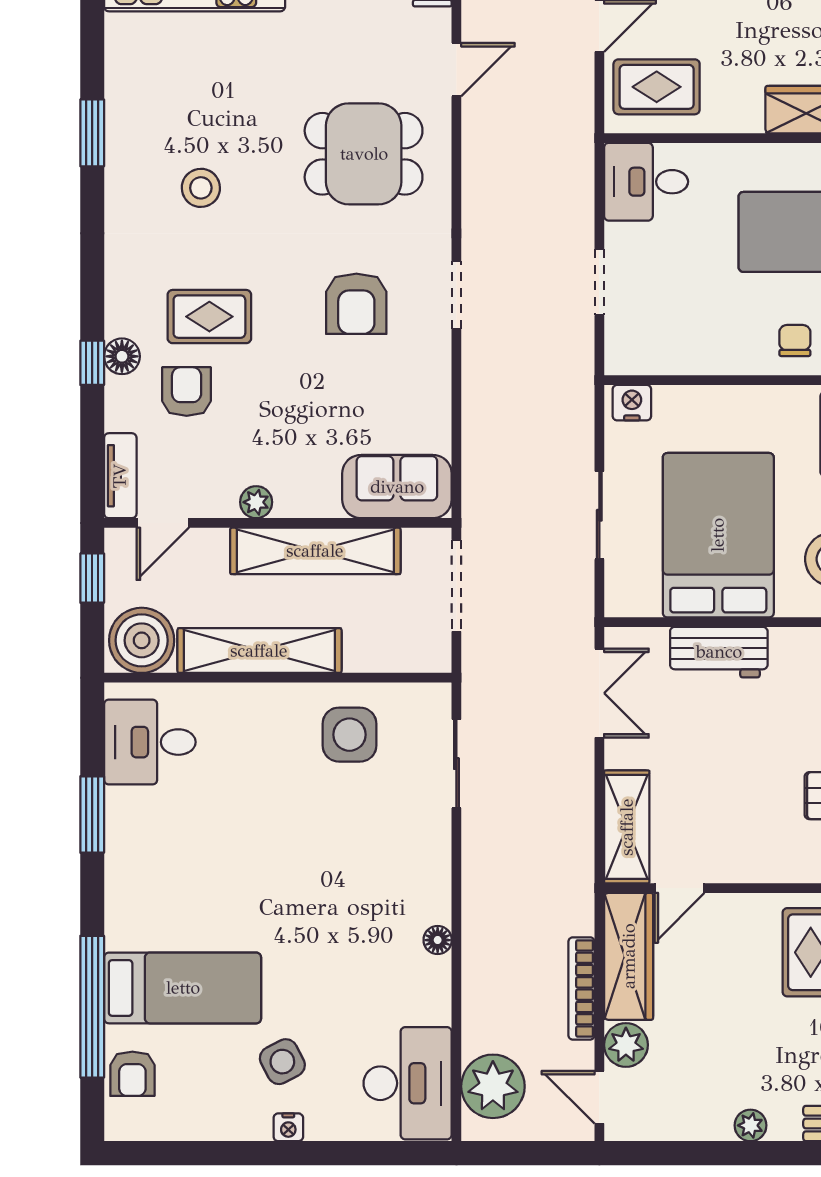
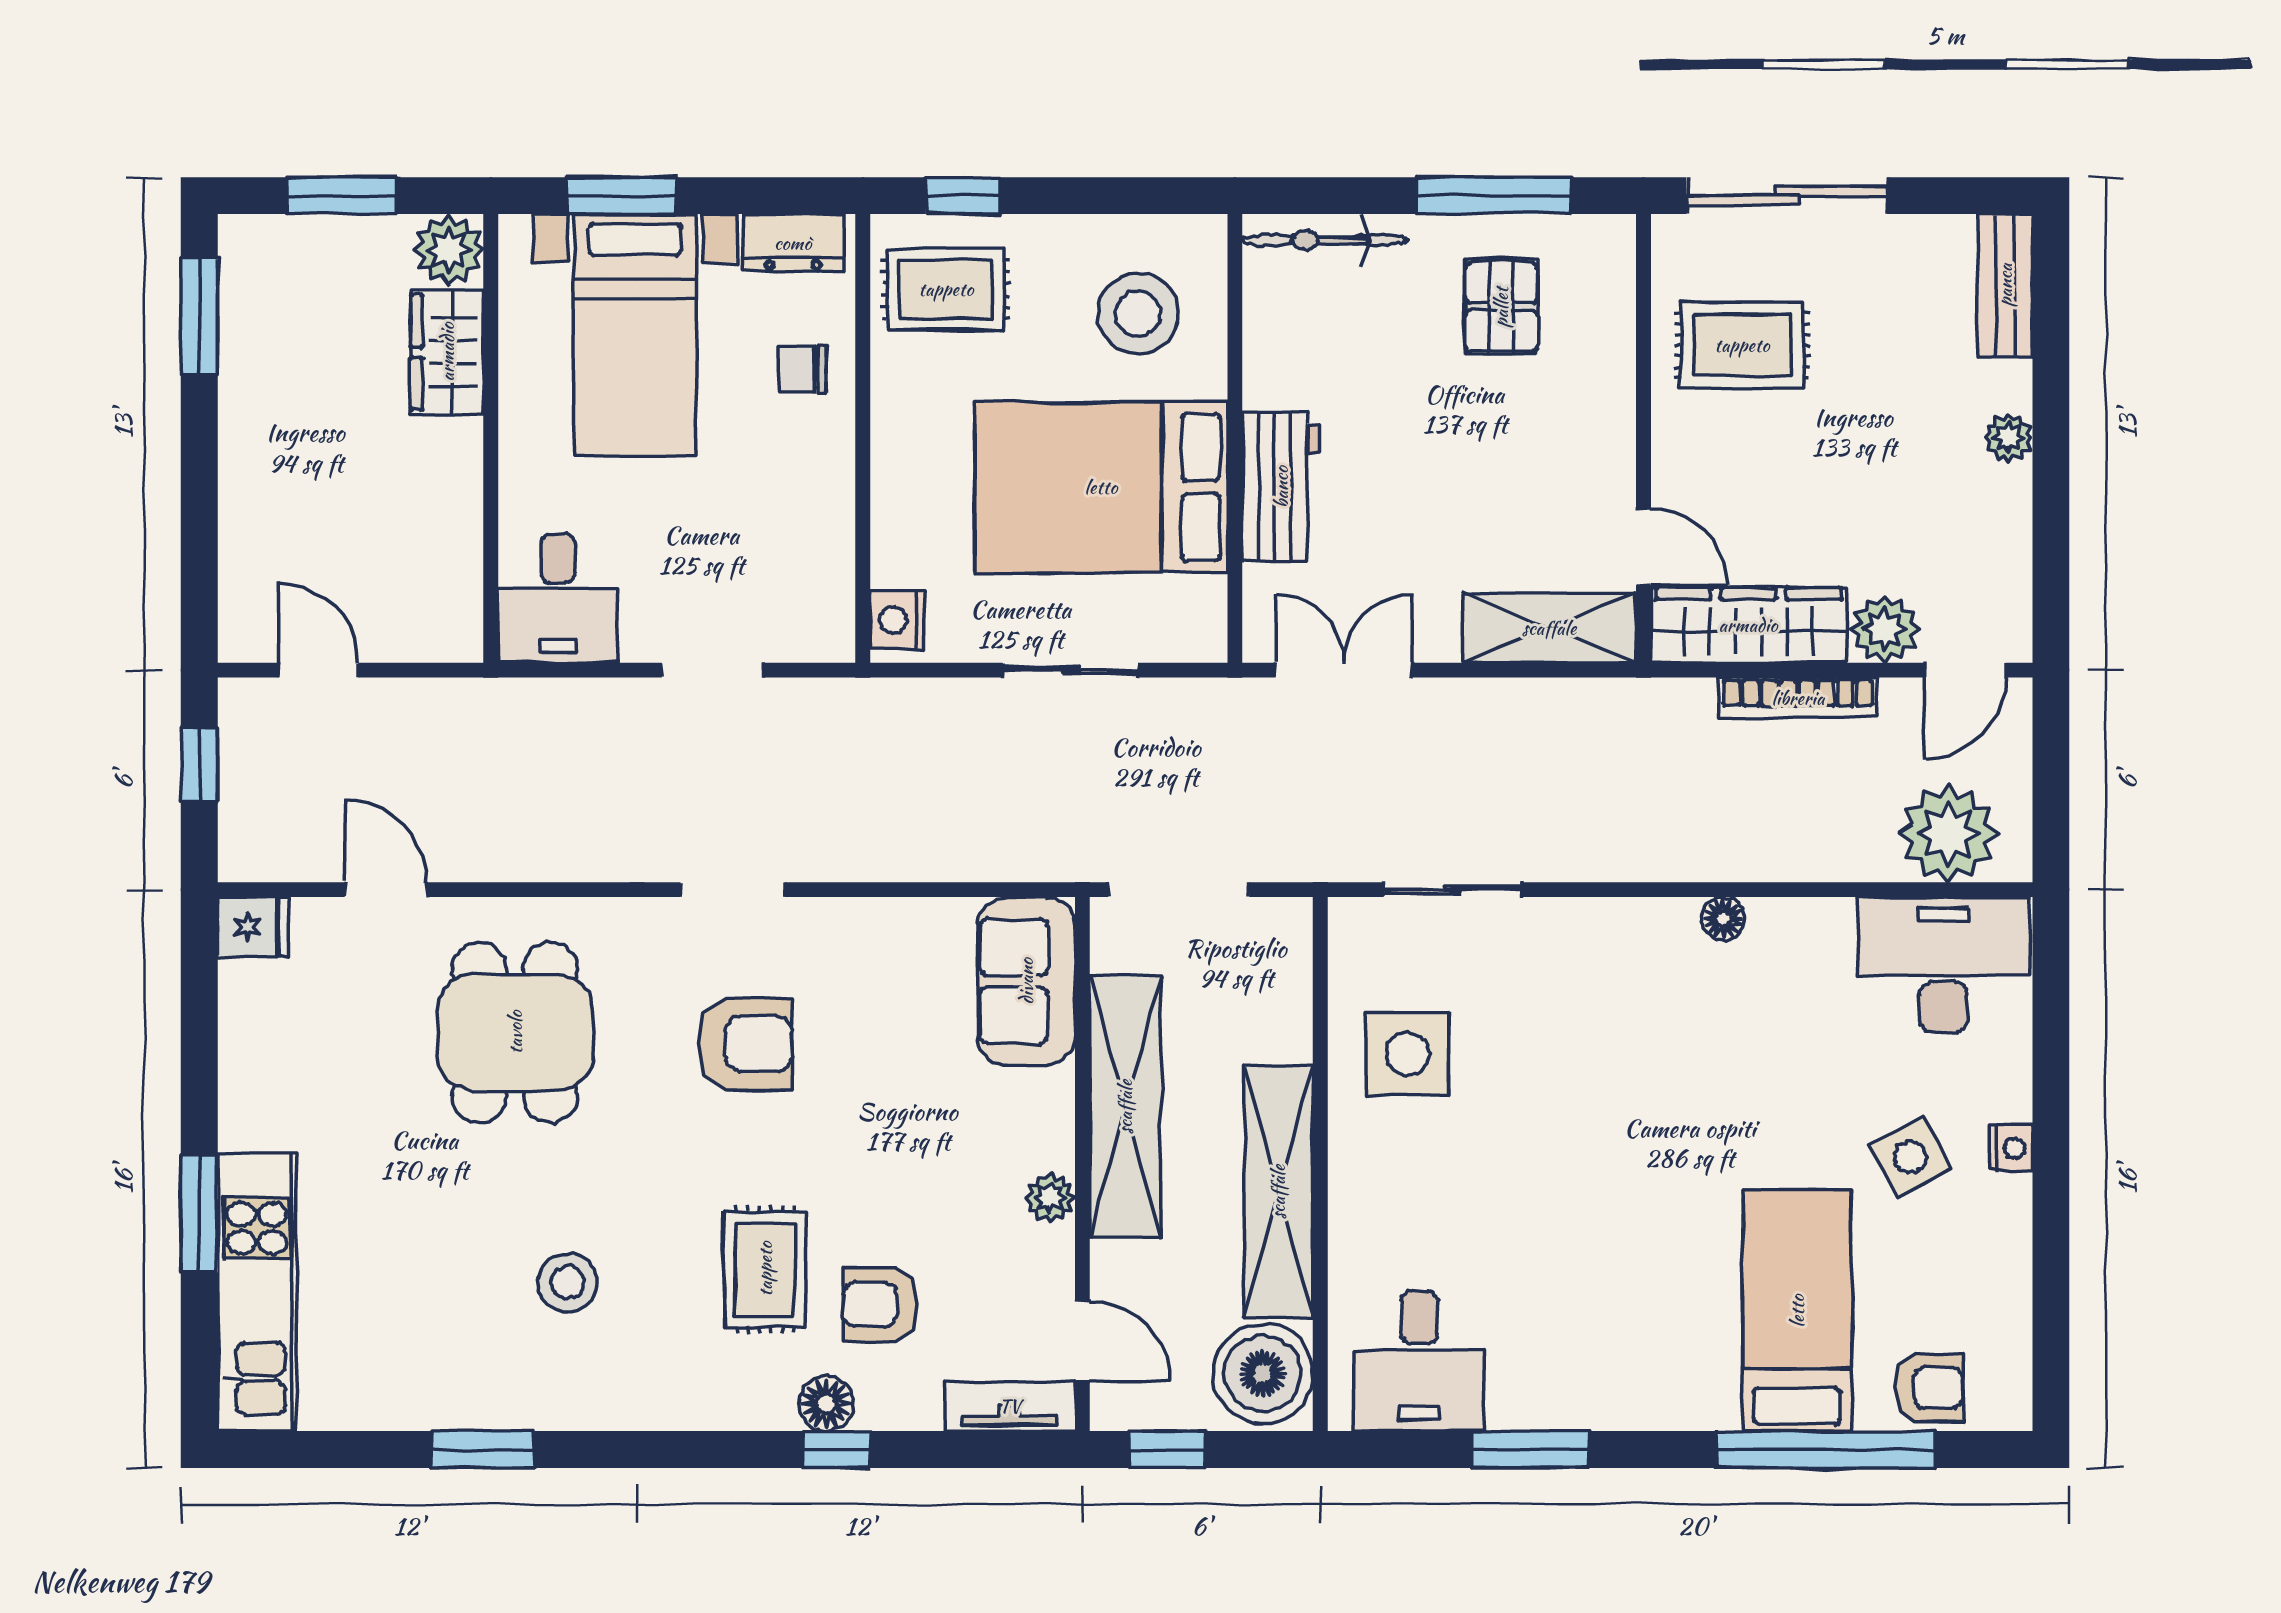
rug: (657, 87) -> (412, 582), removed

